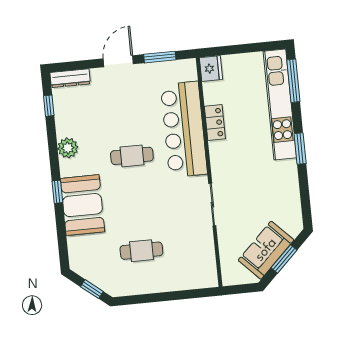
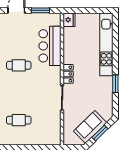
window: (293, 81) -> (115, 32), removed
locker: (215, 123) -> (68, 74), moved
bar counter: (184, 129) -> (50, 46), width x0.73
window: (300, 149) -> (115, 84), moved

